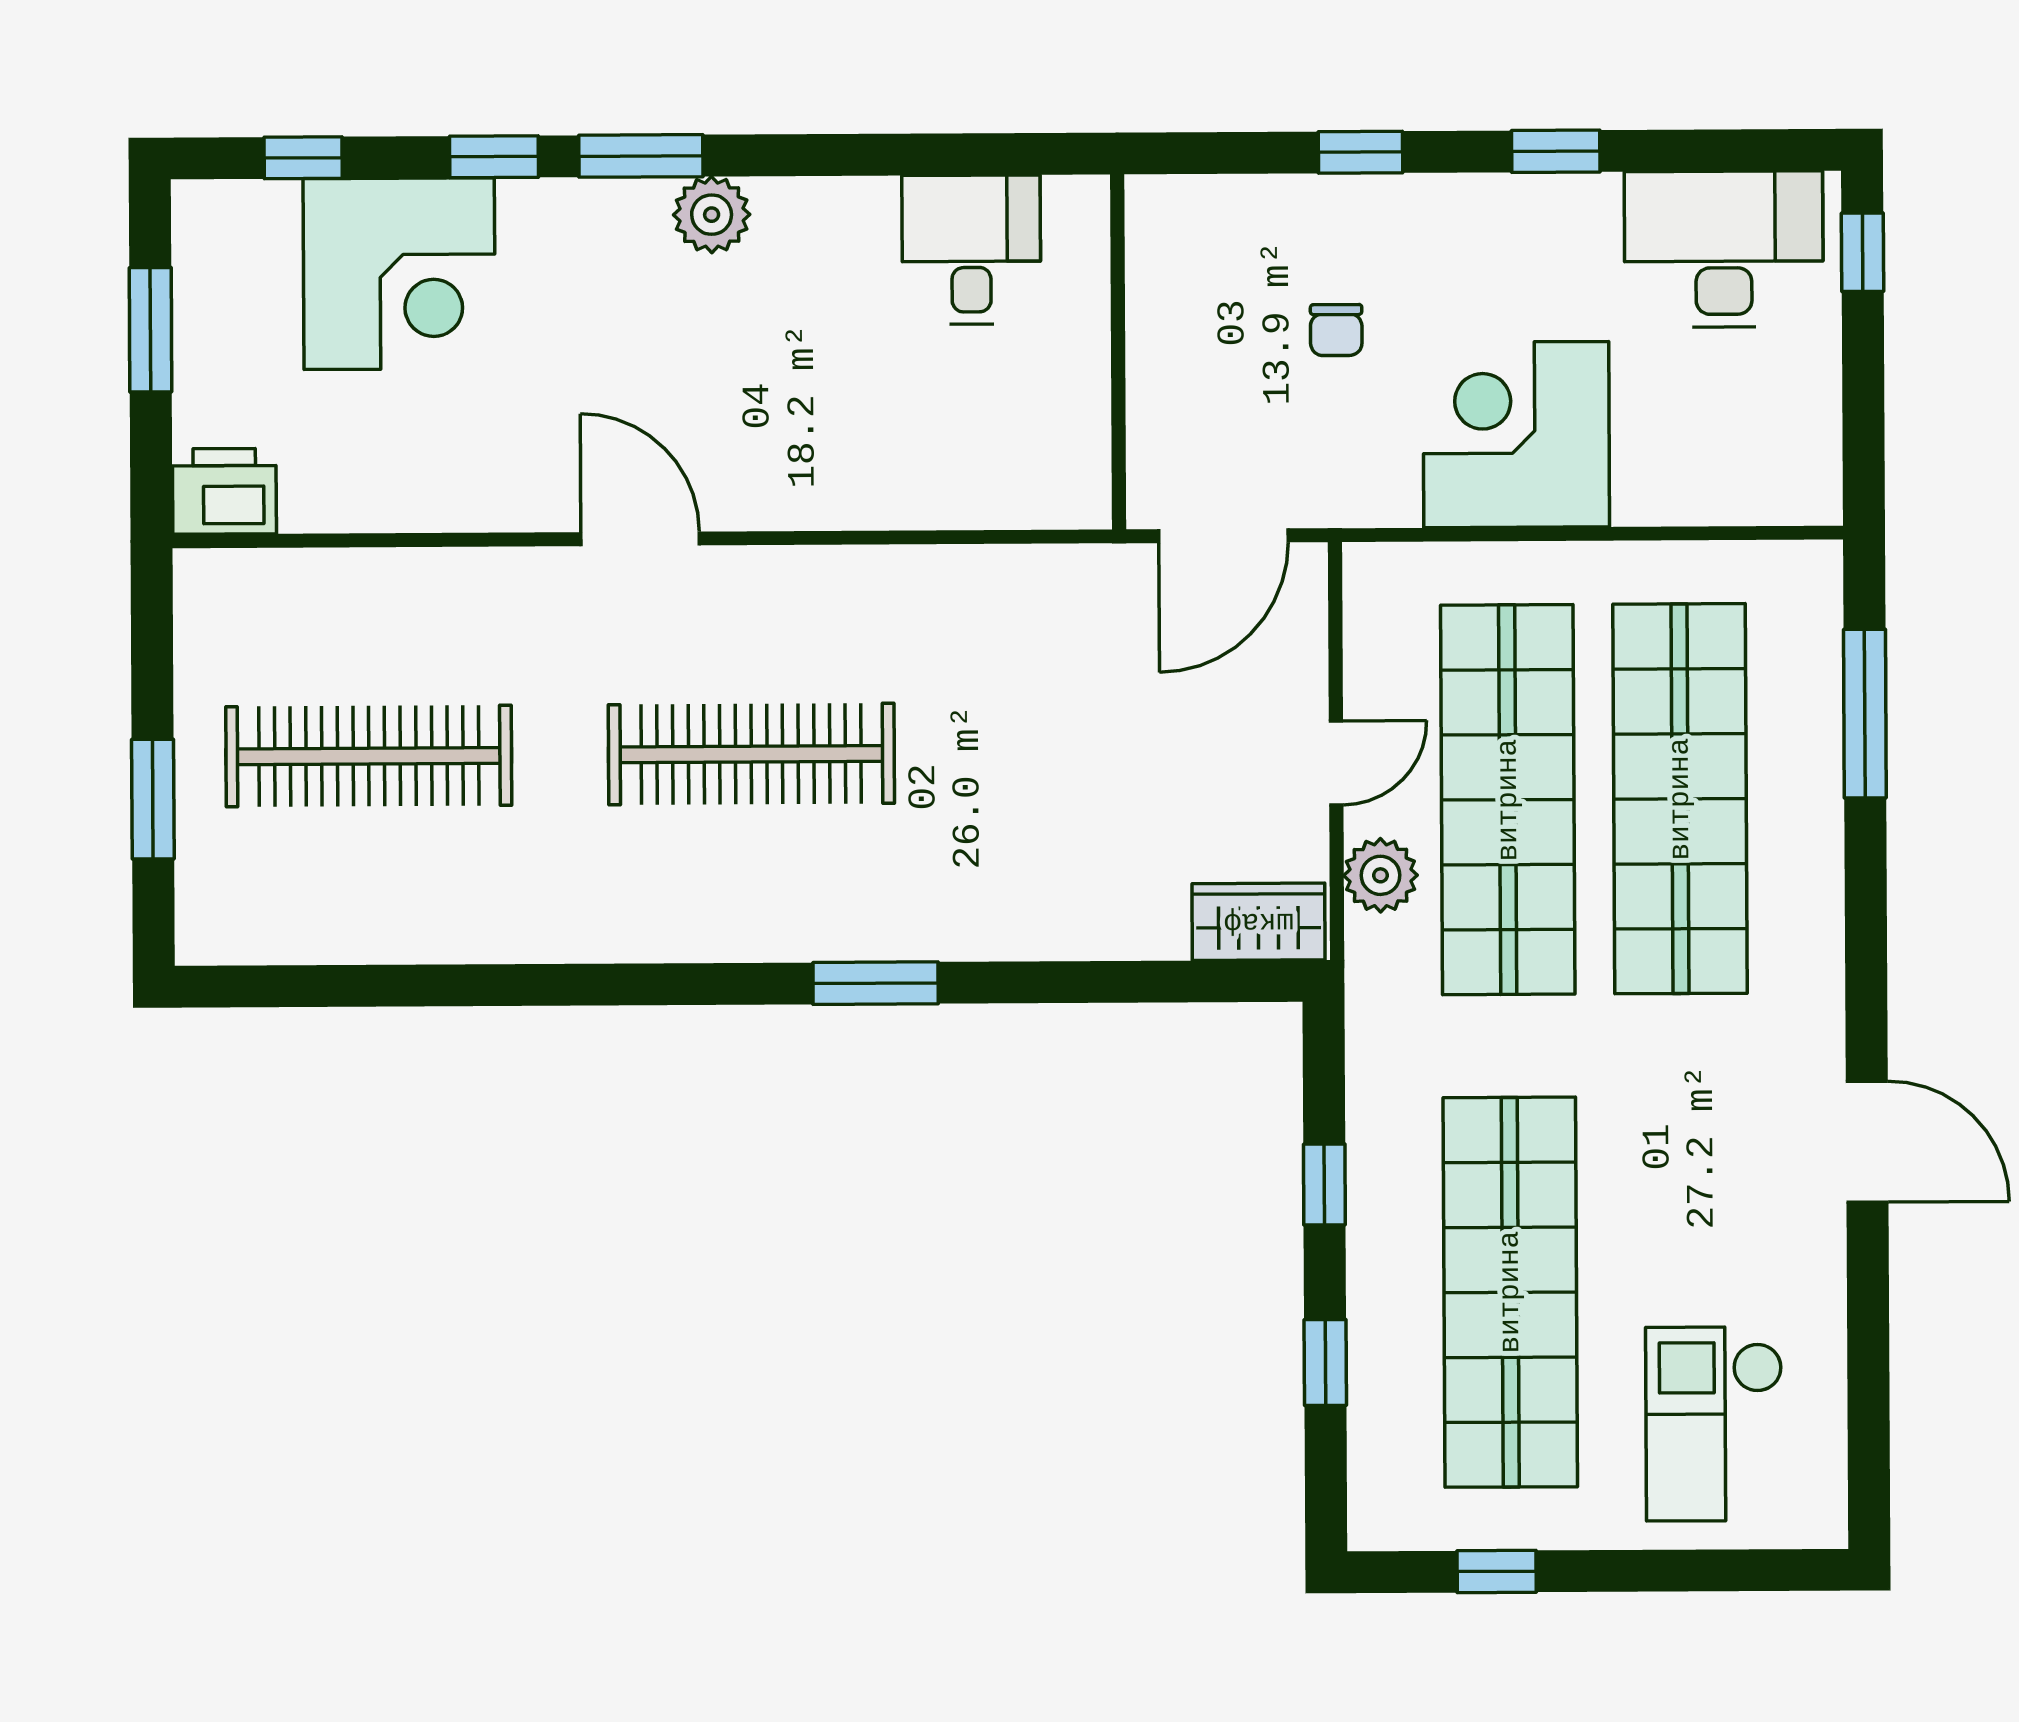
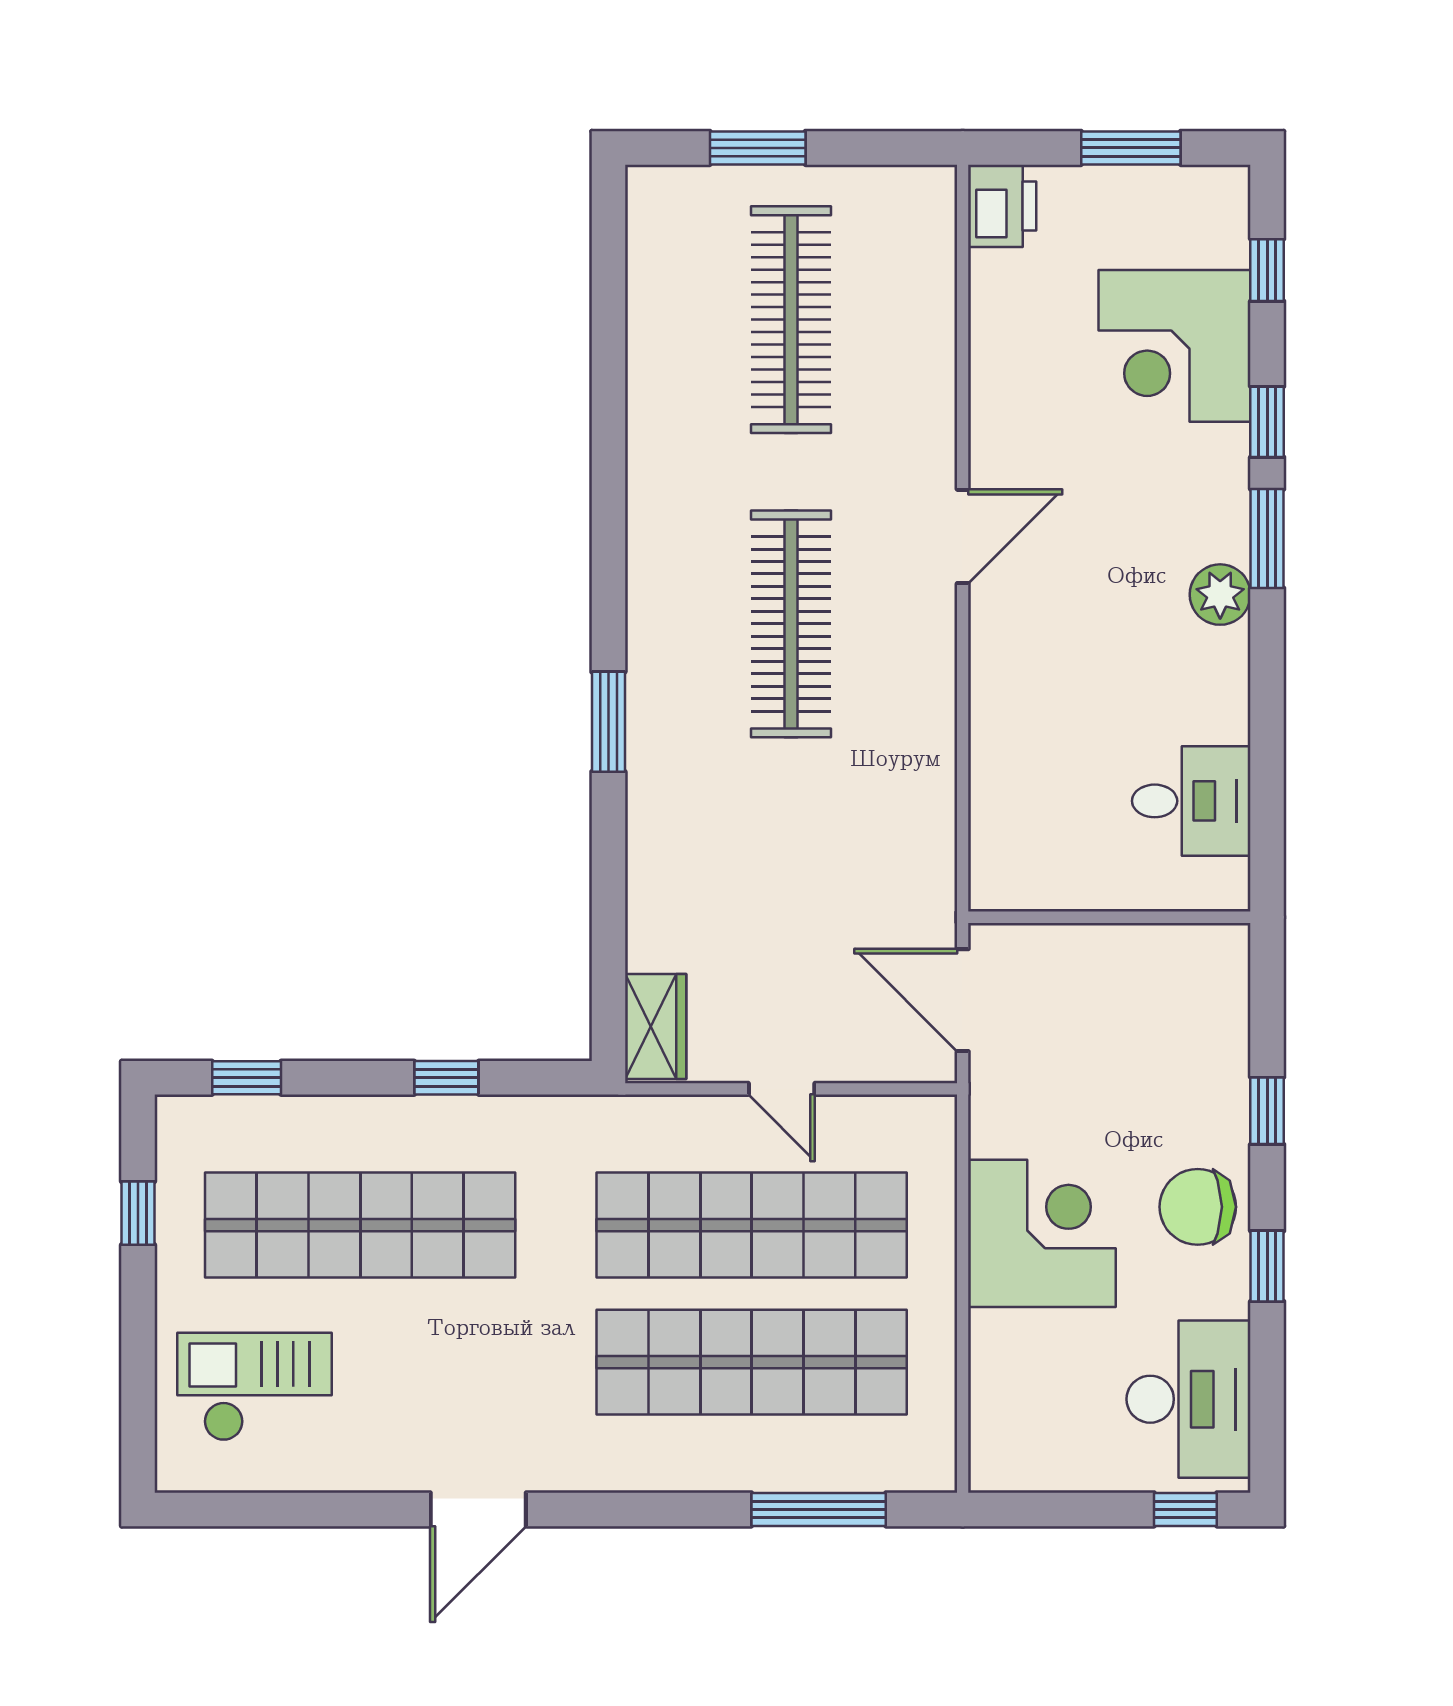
chair: (1336, 330) -> (1198, 1207), moved, width x1.87, depth x1.87
plant: (1381, 875) -> (692, 1124), removed
window: (1325, 1362) -> (247, 1078), moved

